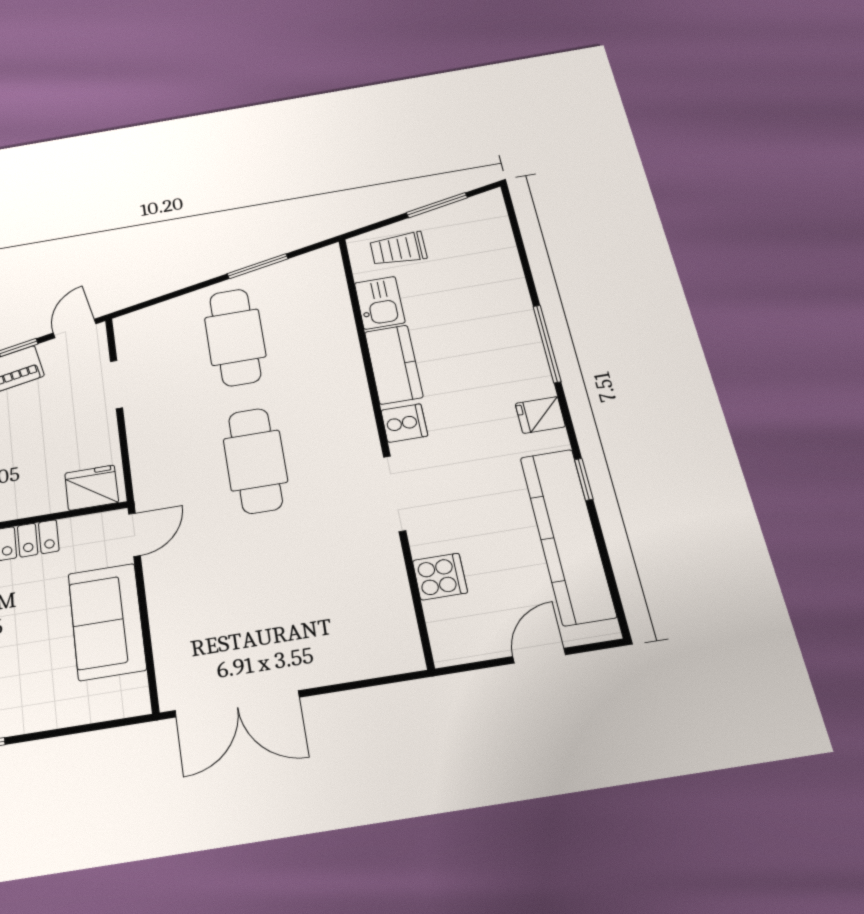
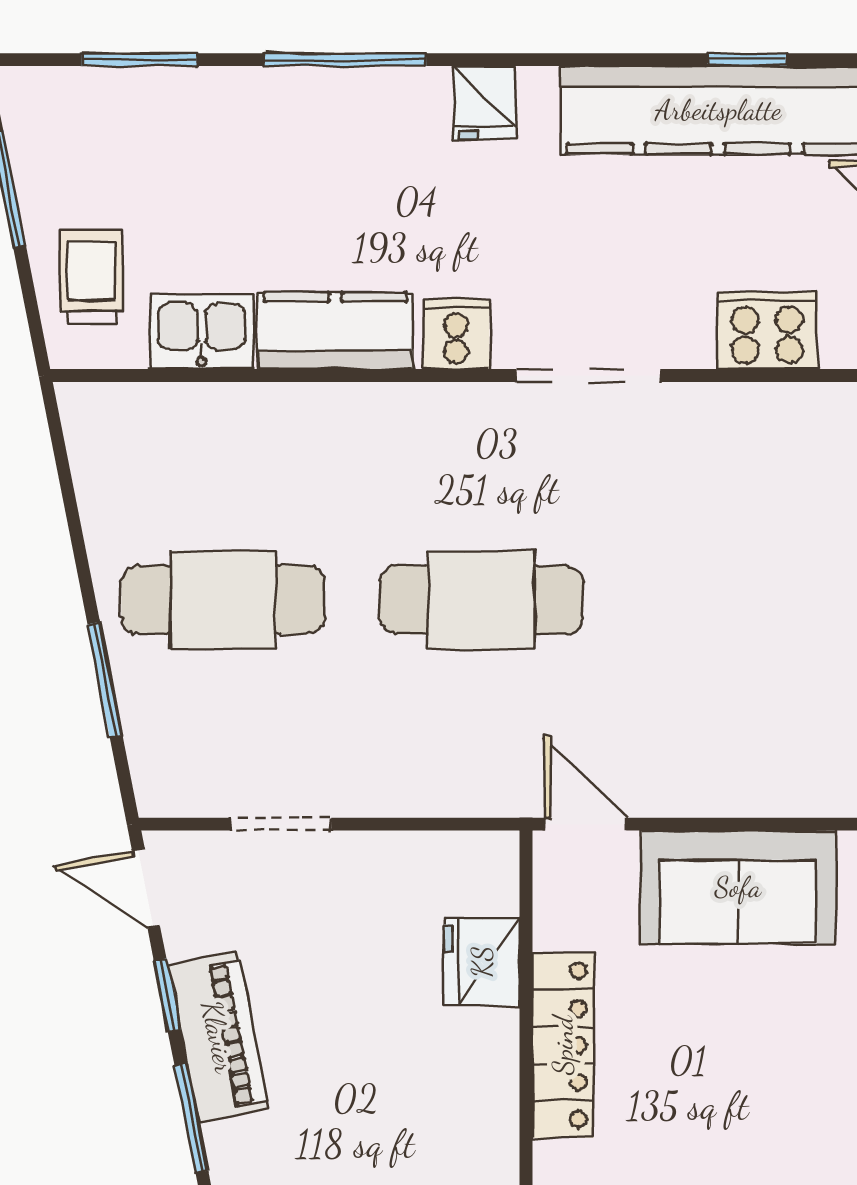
trolley: (398, 249) -> (91, 277), turned 180
window: (521, 250) -> (140, 60), added
window: (258, 266) -> (105, 680), moved
window: (584, 479) -> (747, 60), moved
fridge: (92, 488) -> (482, 962), moved
cooker: (440, 577) -> (767, 330), width x1.36

